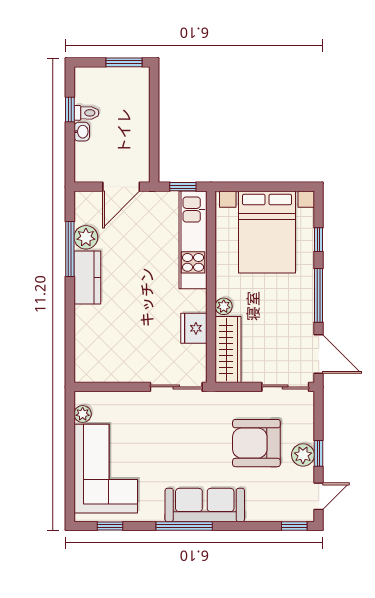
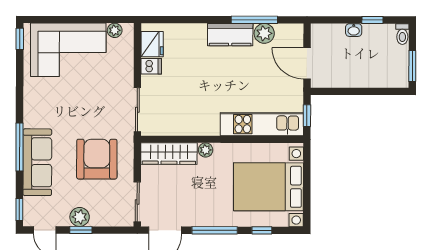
toilet: (86, 113) -> (402, 34), moved
fridge: (194, 328) -> (152, 44), moved, turned 90
dishwasher: (125, 371) -> (151, 66), added
armchair: (256, 443) -> (97, 159), moved
sofa: (205, 505) -> (37, 162), moved
window: (110, 526) -> (20, 39), moved
window: (184, 526) -> (20, 147), moved

